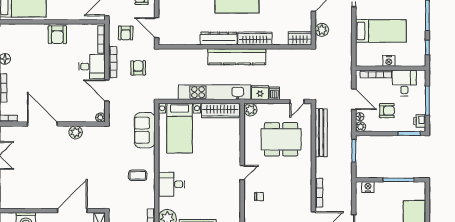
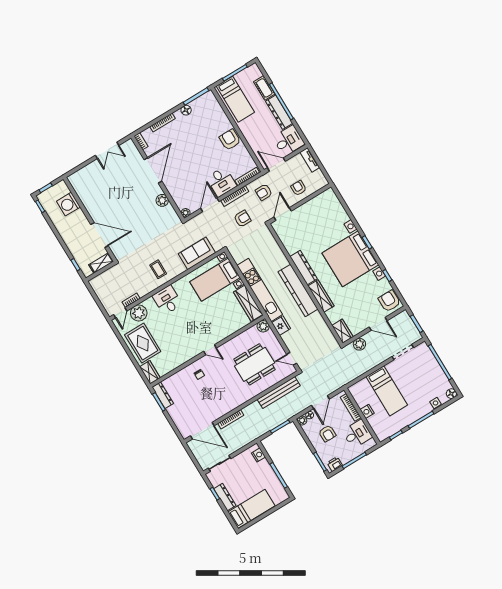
armchair: (57, 35) -> (230, 140), turned 90
dishwasher: (274, 93) -> (287, 337), removed
dining table: (281, 139) -> (255, 364), turned 90

